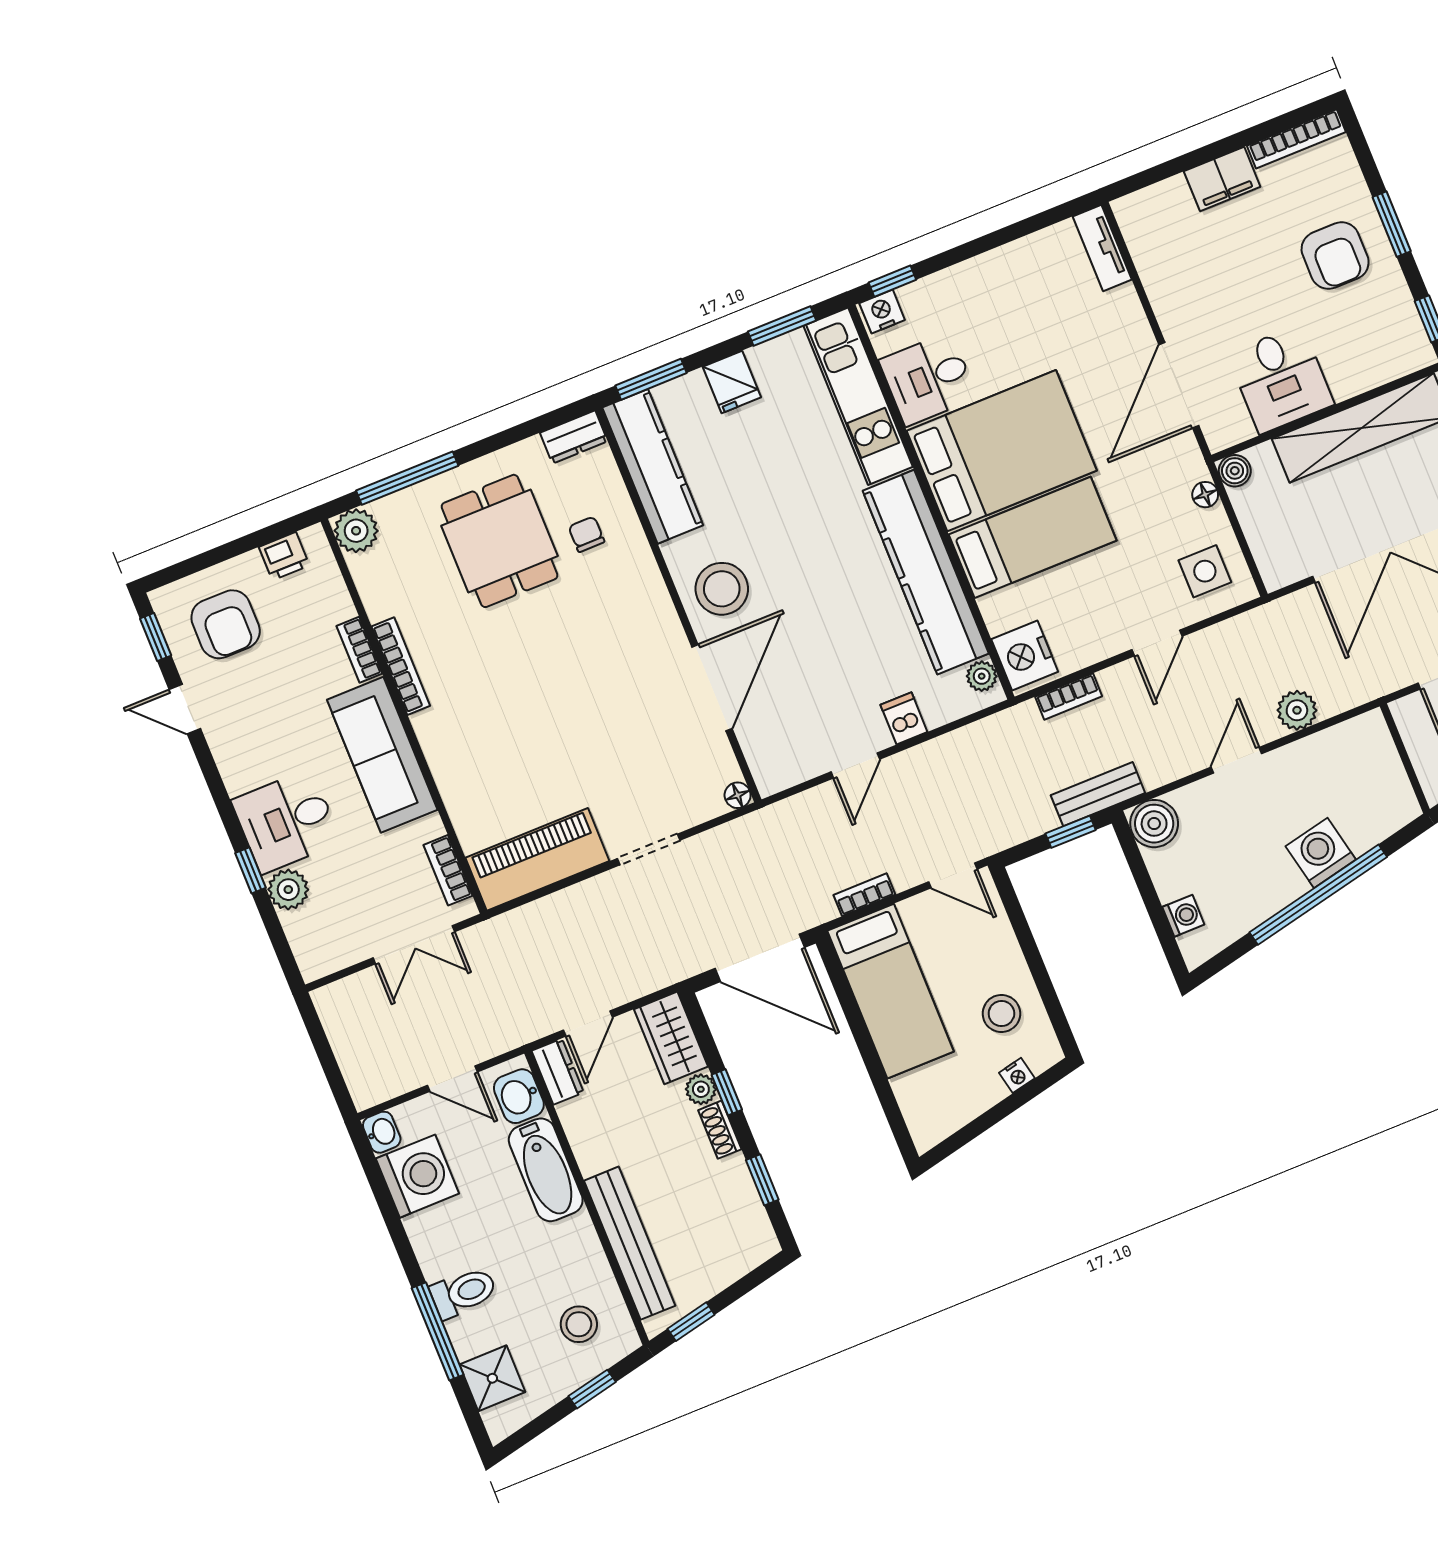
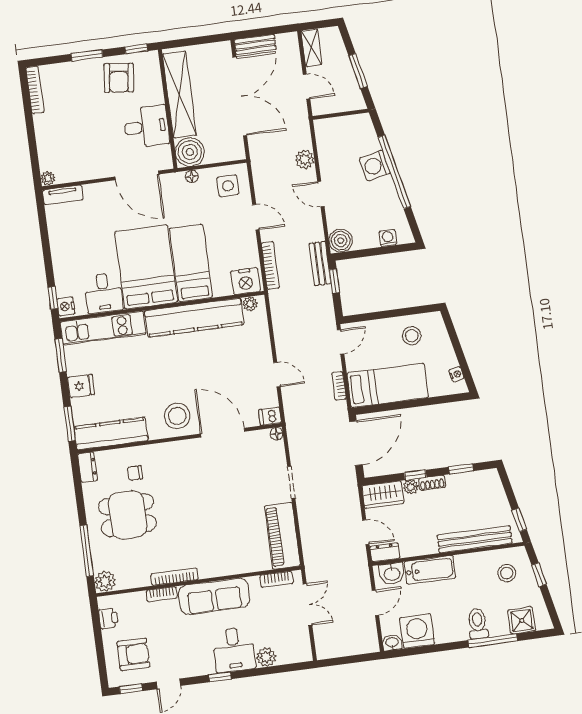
filing cabinet: (1222, 179) -> (45, 130), removed
plant: (1128, 210) -> (48, 178), added
armchair: (1335, 256) -> (119, 78), moved, turned 97
boiler: (1235, 471) -> (190, 152), width x1.86, depth x1.86
bookcase: (1069, 697) -> (270, 265), width x1.56
dishwasher: (904, 718) -> (270, 416), moved
window: (250, 870) -> (220, 677), moved
nightstand: (1017, 1075) -> (456, 374), moved

